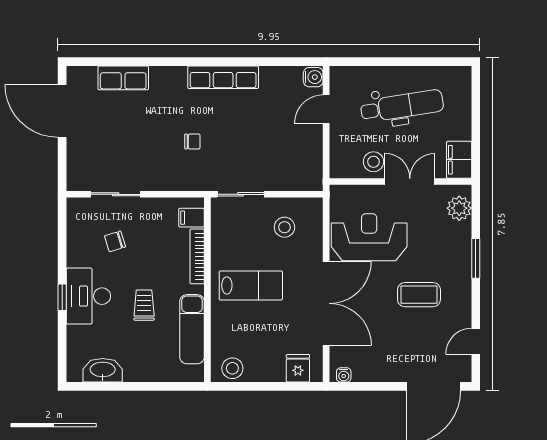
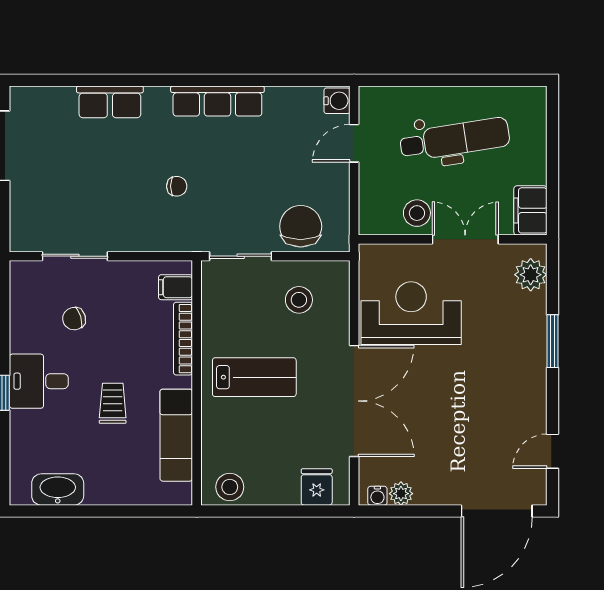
row of seats: (123, 78) -> (110, 102), moved
chair: (286, 172) -> (301, 226), added
coffee table: (419, 295) -> (477, 389), removed
desk: (88, 296) -> (39, 381), width x0.73
plant: (361, 373) -> (401, 494), added

